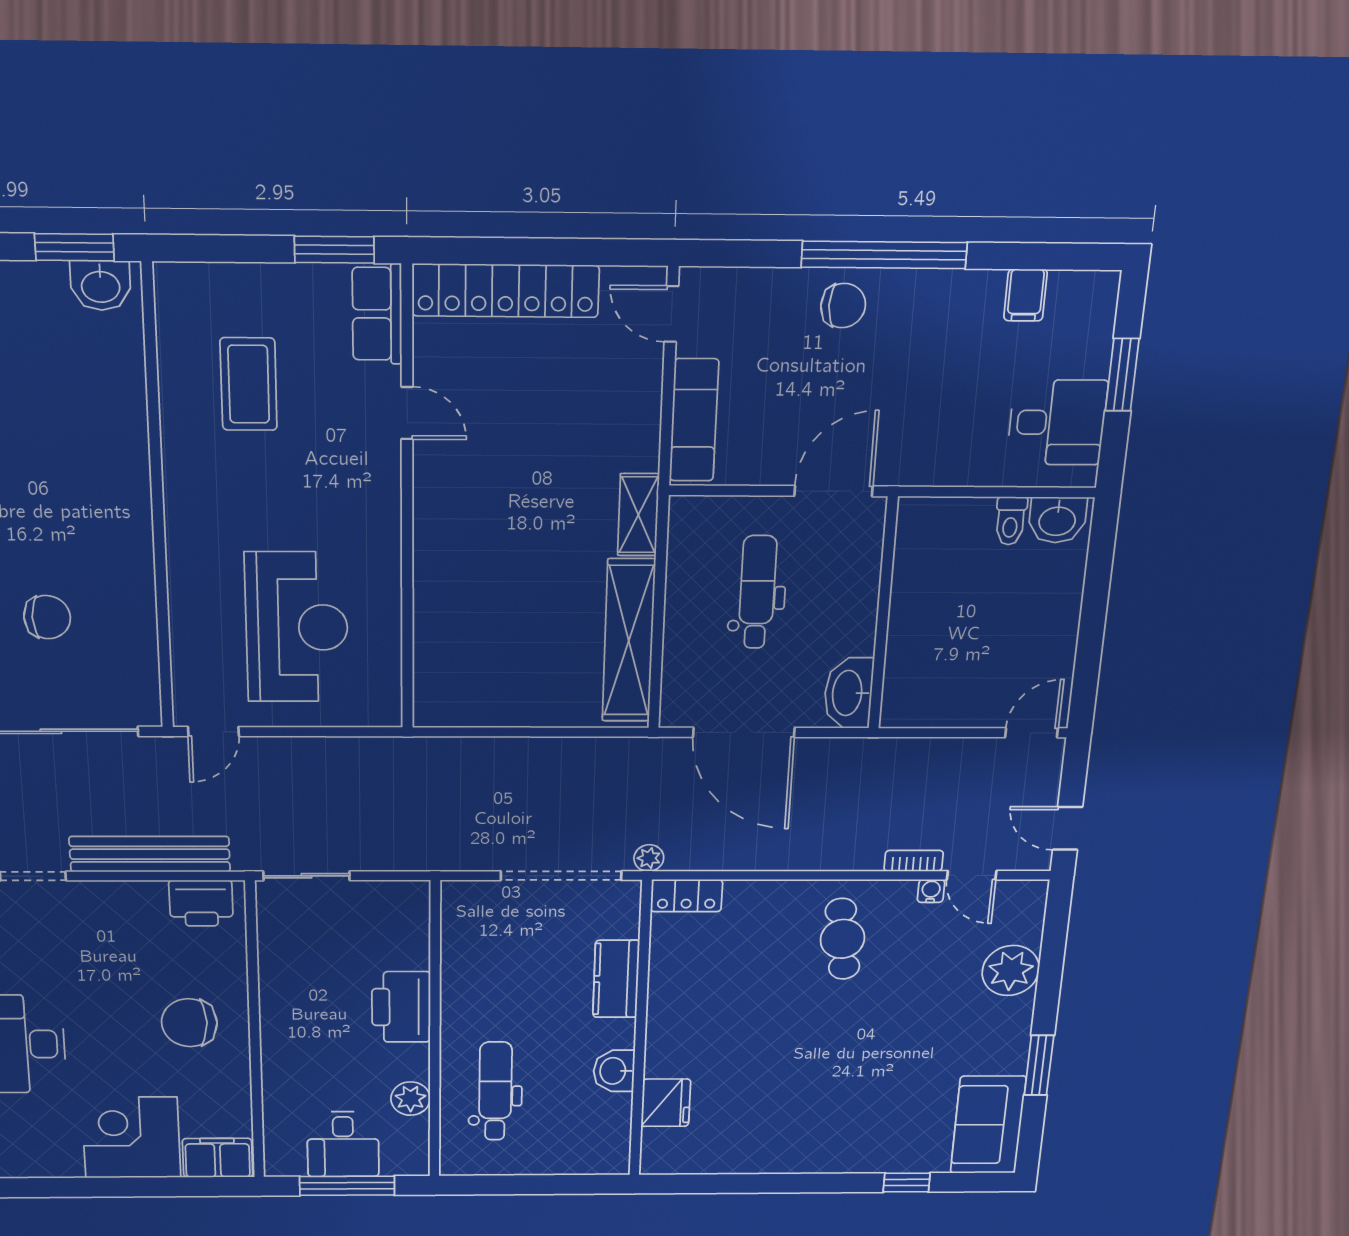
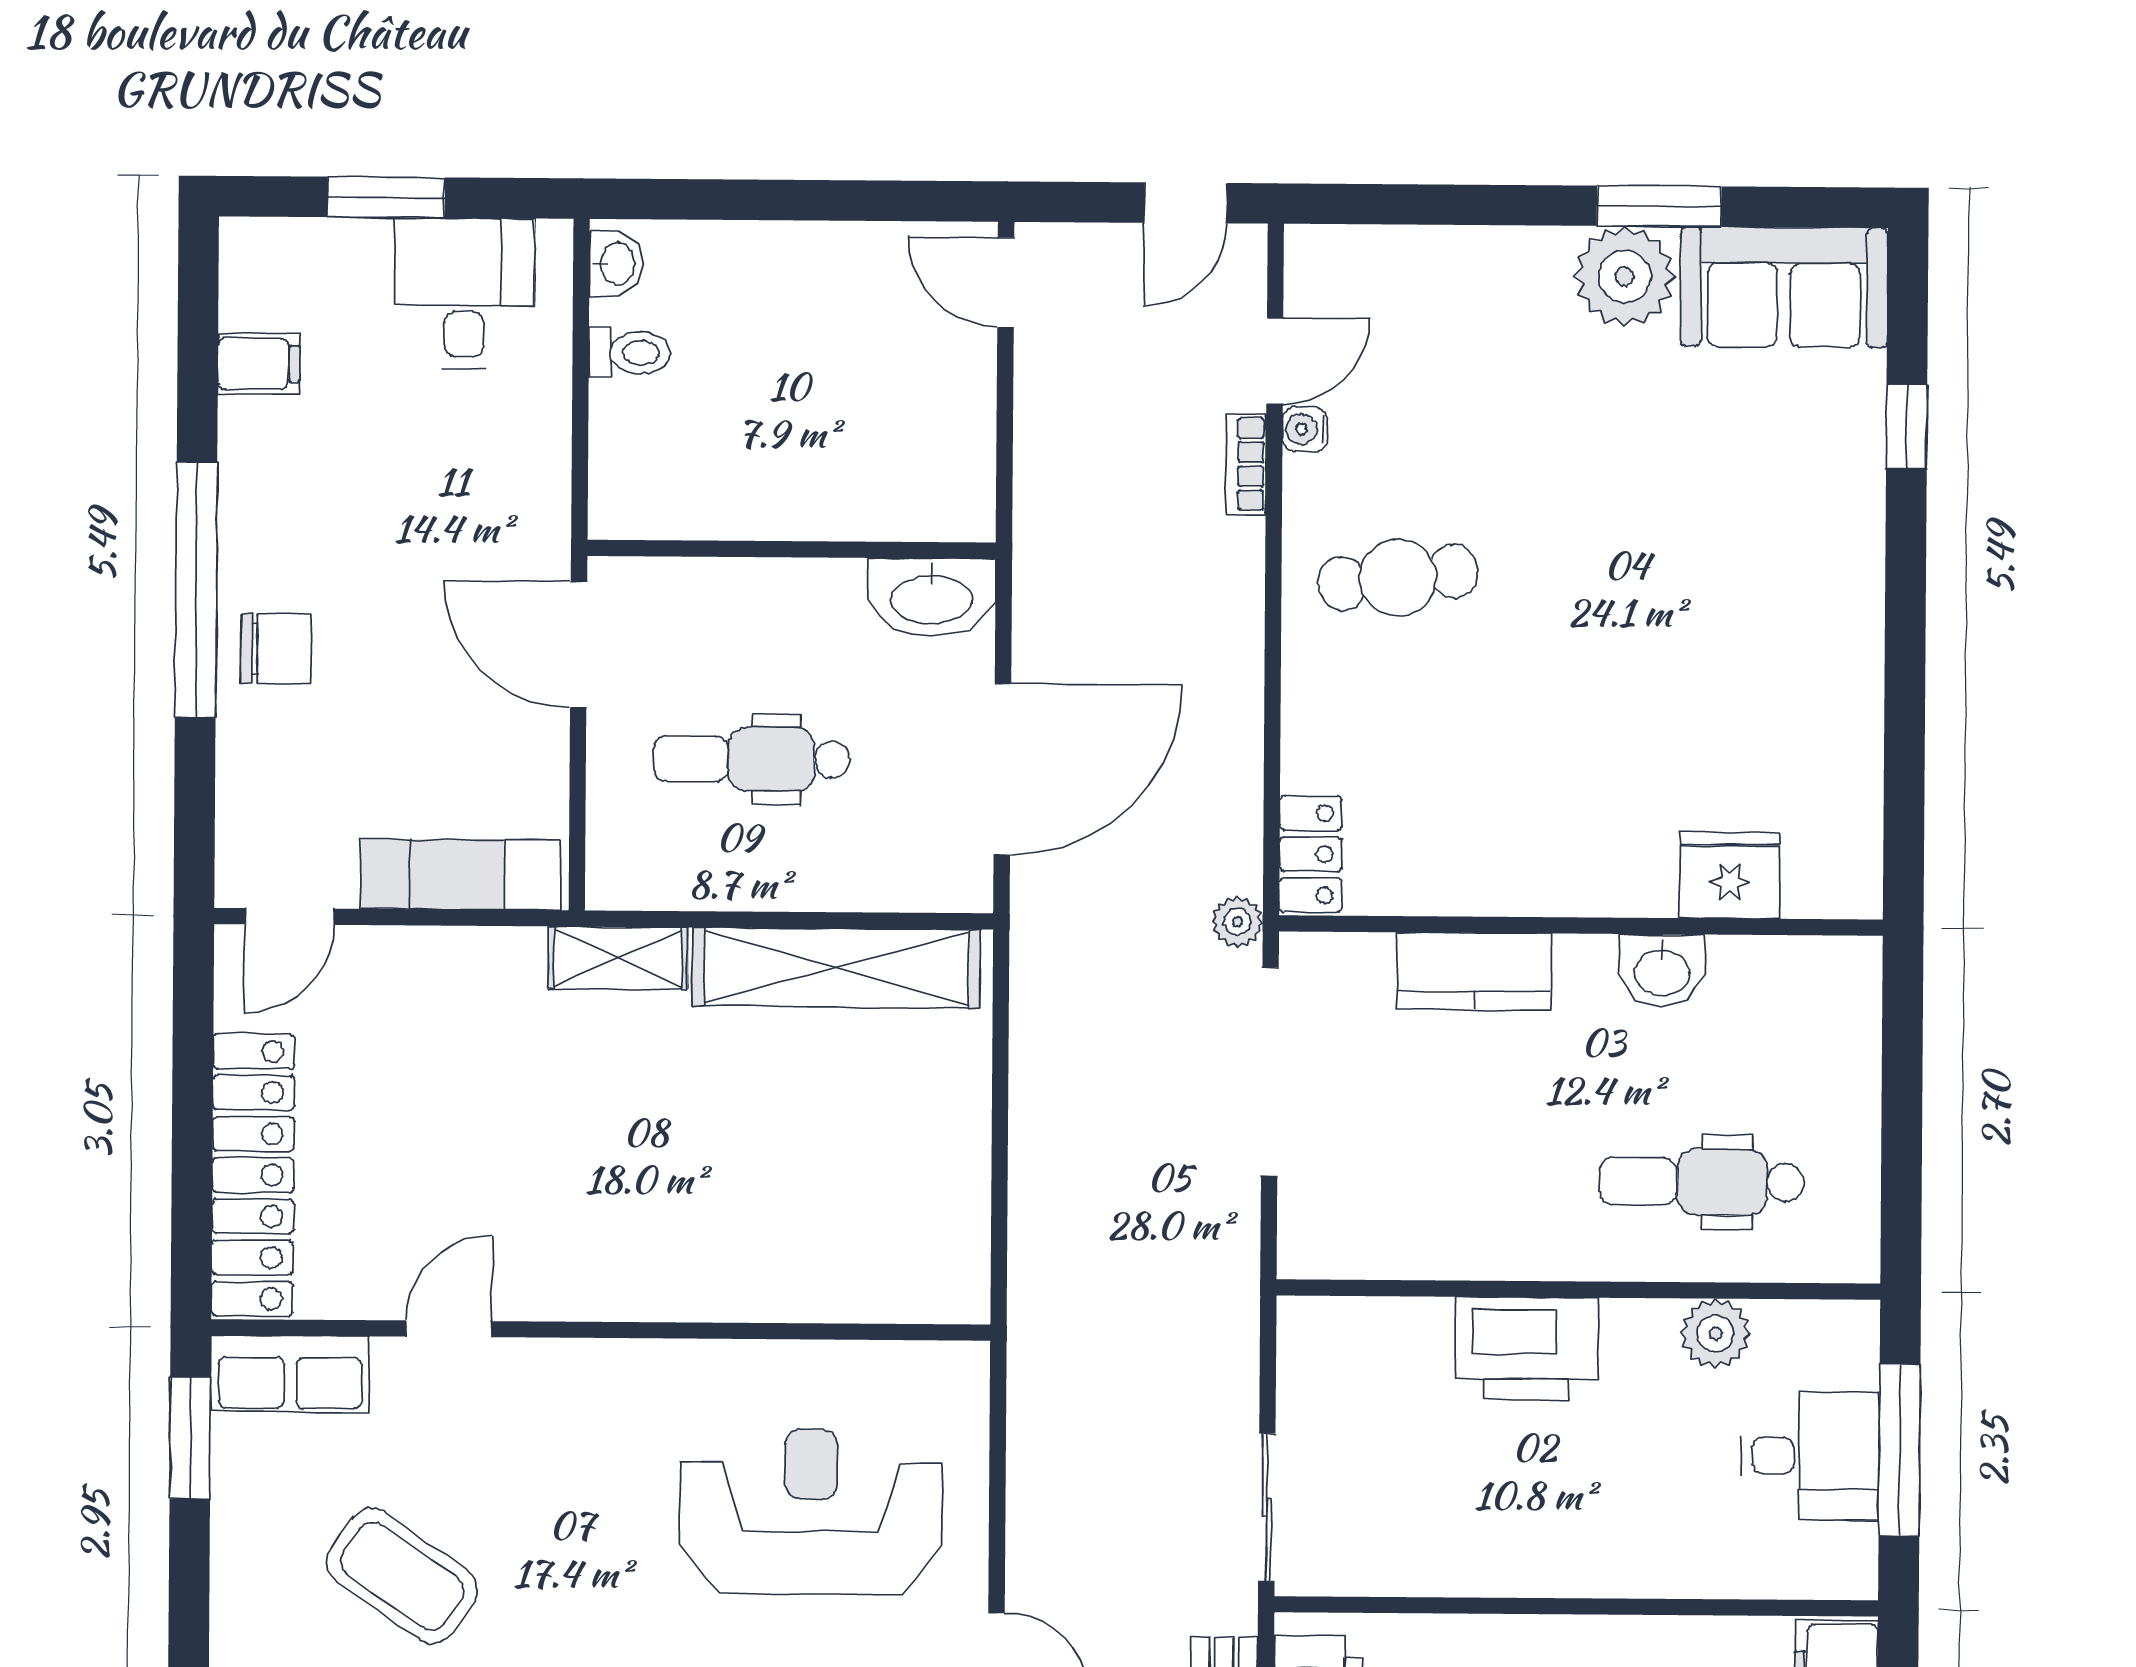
chair: (843, 306) -> (276, 649), turned 90
coffee table: (249, 384) -> (402, 1576), turned 35
washbasin: (1057, 520) -> (616, 264), width x0.72, depth x0.69
plant: (1011, 971) -> (1625, 277), moved

